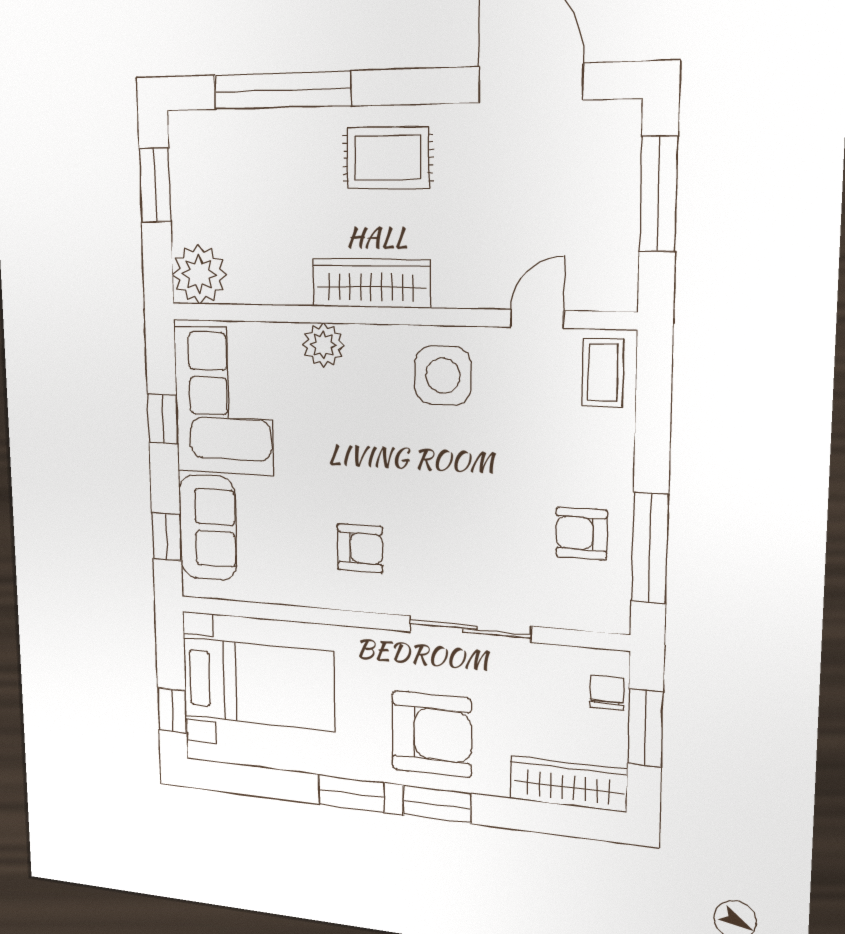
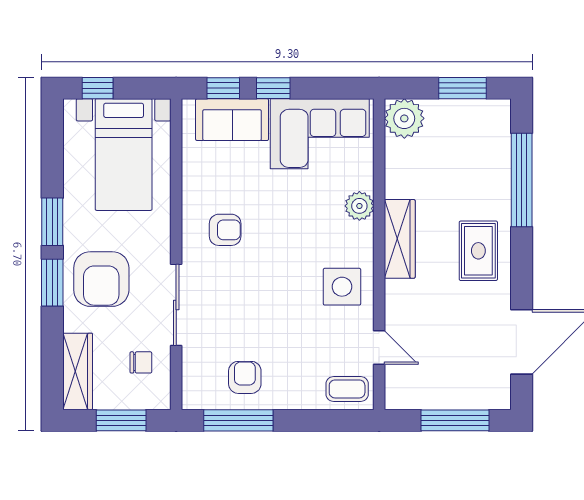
window: (163, 419) -> (273, 88), moved
armchair: (360, 548) -> (225, 230), turned -90
chair: (607, 693) -> (141, 362), moved

